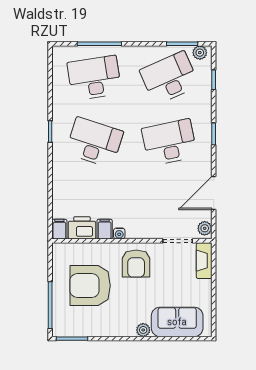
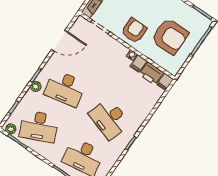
plant: (205, 228) -> (36, 86), moved

